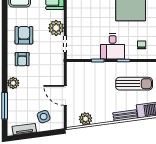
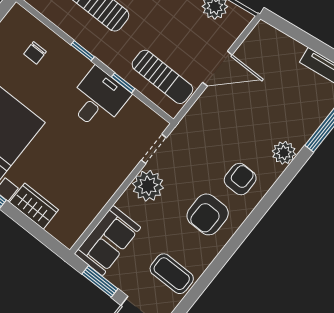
desk: (113, 46) -> (98, 99), moved
sun lounger: (84, 75) -> (162, 77), added
door: (65, 95) -> (217, 69), hinge flipped
side table: (44, 117) -> (278, 62), removed

